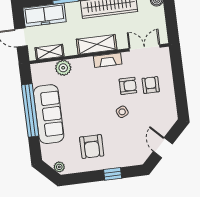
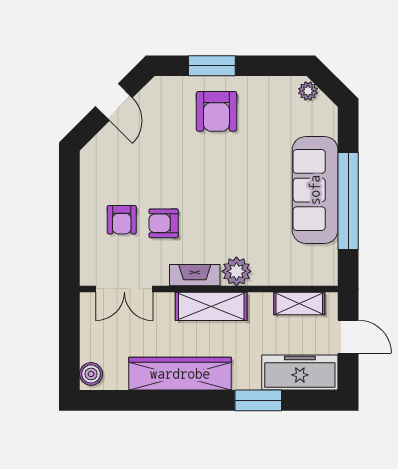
plant: (63, 68) -> (236, 271), moved
side table: (122, 112) -> (180, 177), removed
armchair: (92, 146) -> (216, 111), moved, turned 180
window: (113, 174) -> (212, 66), width x1.50

